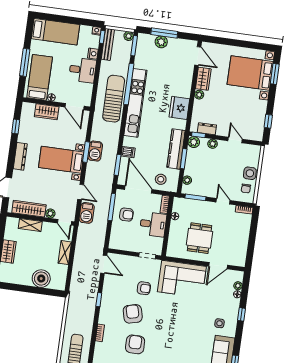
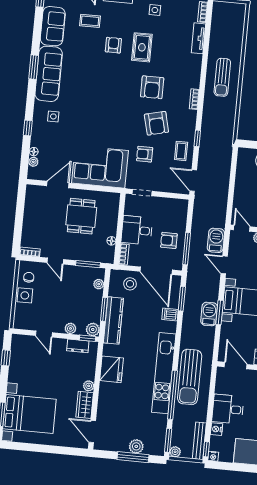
shelving: (65, 253) -> (240, 192), removed
coffee table: (113, 290) -> (181, 151), added

